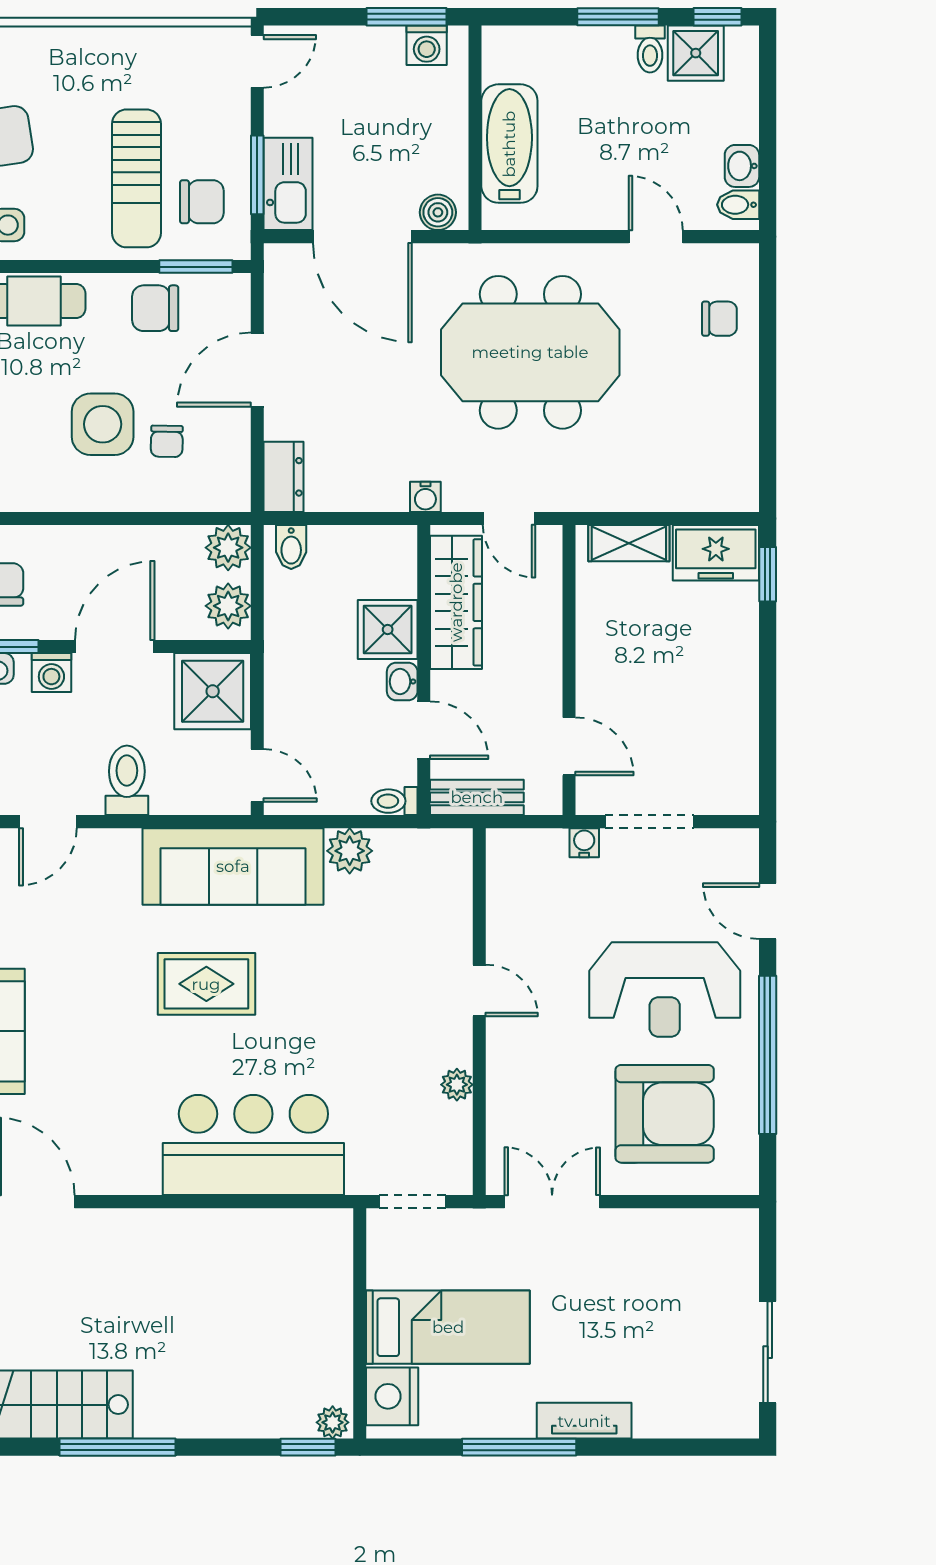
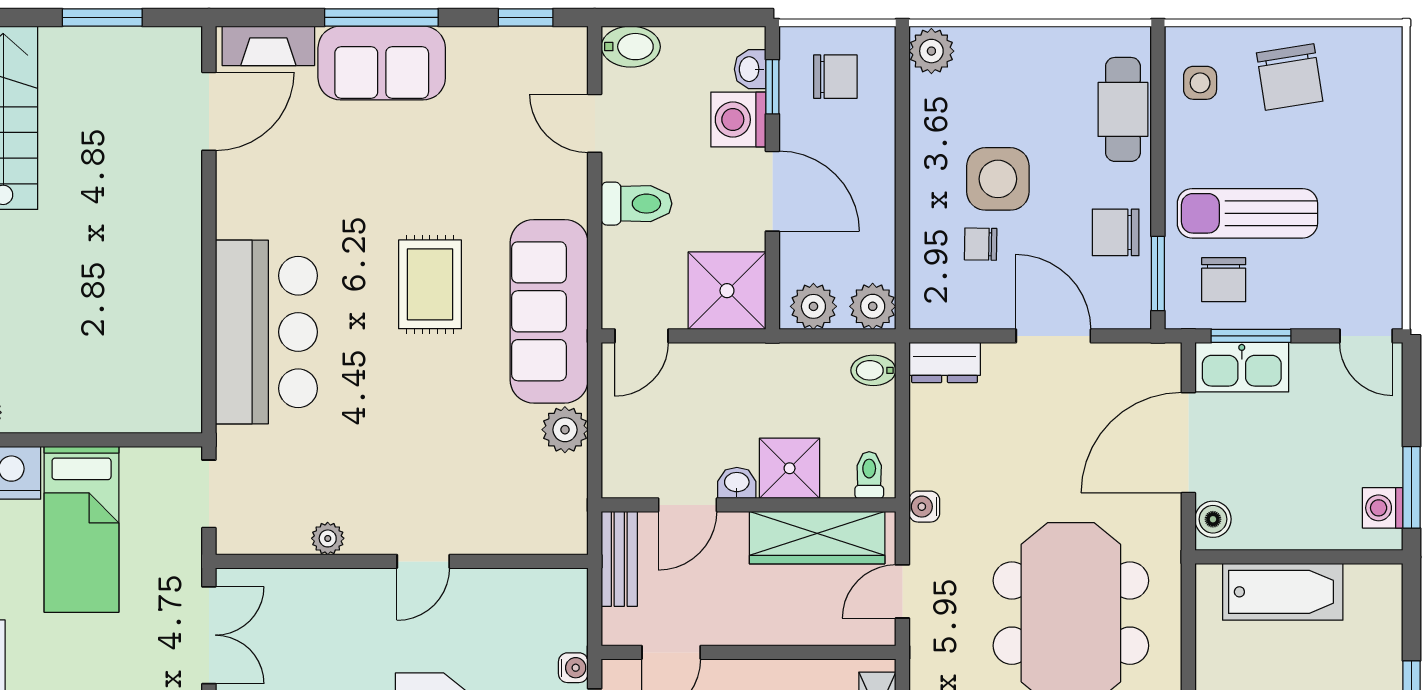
chair: (155, 308) -> (1116, 232), turned -90
washing machine: (51, 673) -> (738, 120), width x1.38, depth x1.38
toilet: (394, 801) -> (869, 475), moved

